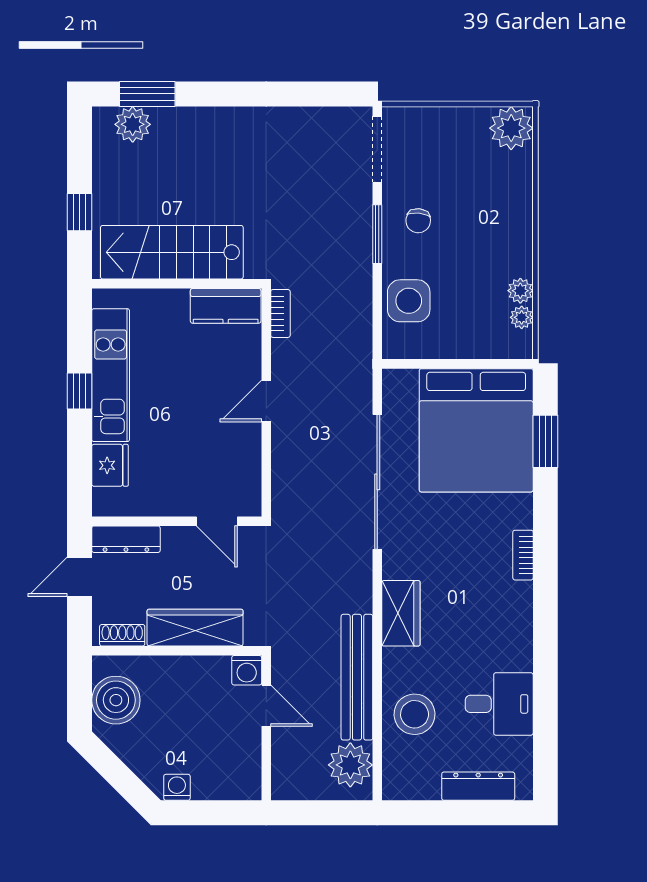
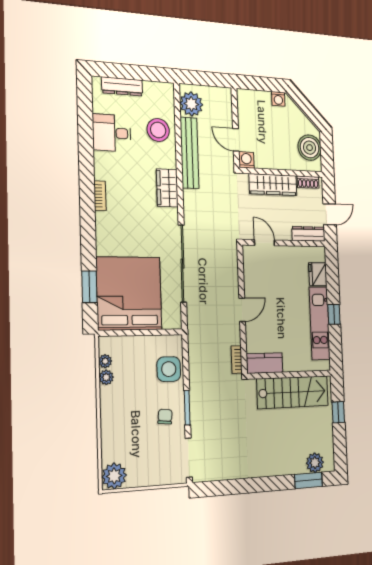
bookcase: (523, 555) -> (100, 196), moved

